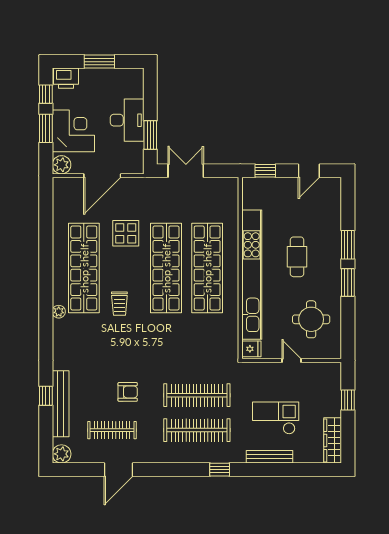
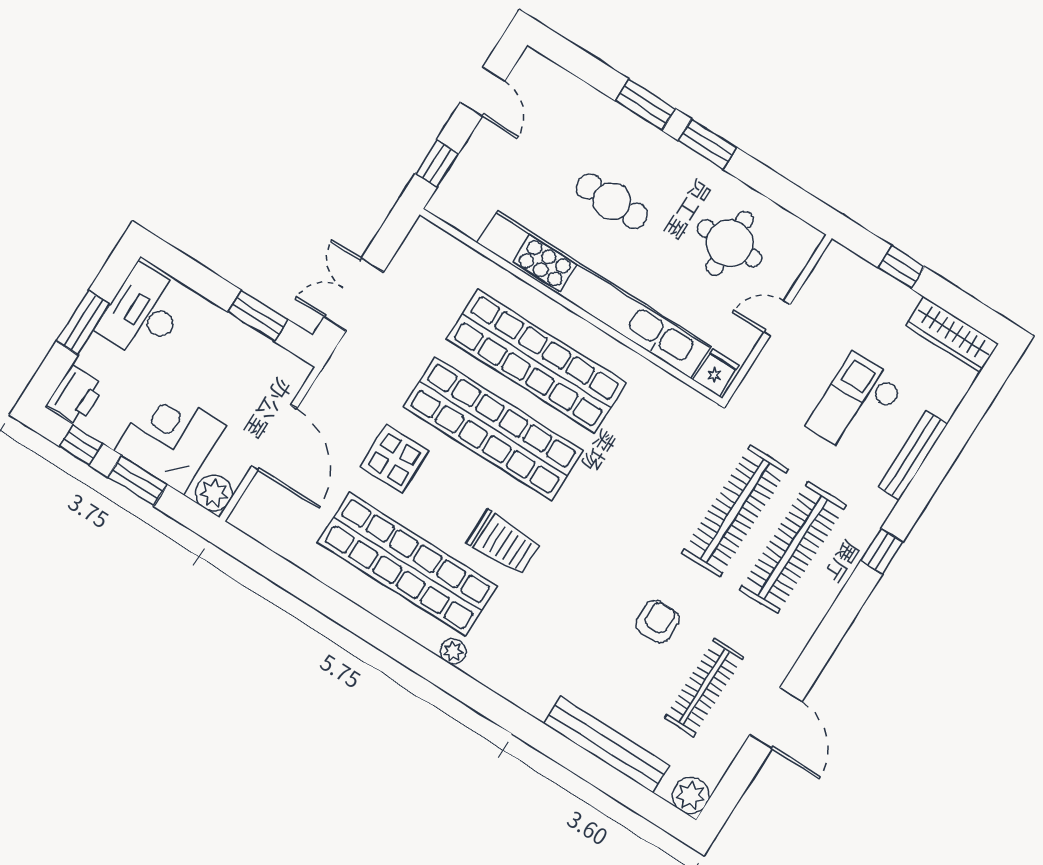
desk: (127, 120) -> (143, 313), moved, turned -90
trolley: (119, 304) -> (503, 543), width x1.36, depth x1.39
window: (46, 396) -> (578, 761), removed

